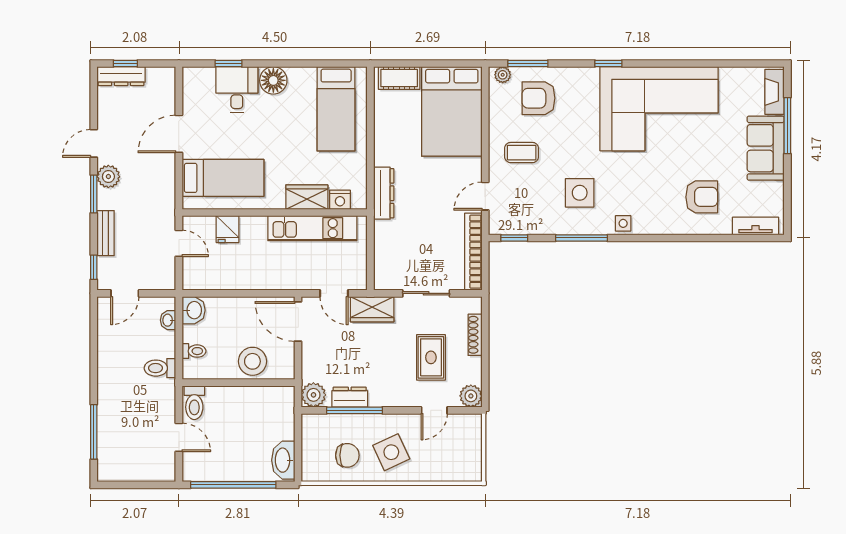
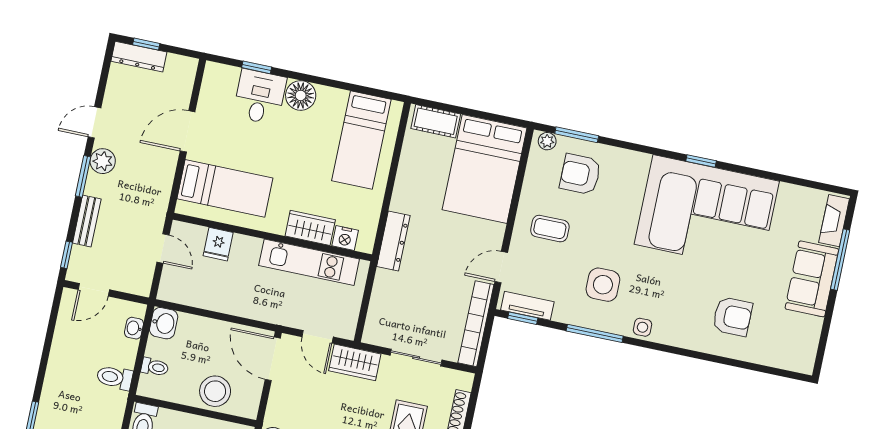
window: (608, 64) -> (701, 161), moved
tv unit: (756, 226) -> (527, 306), moved

